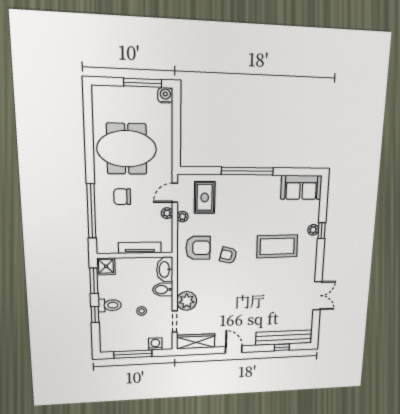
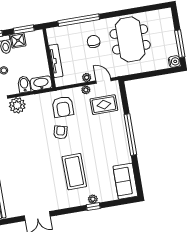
shower: (106, 266) -> (18, 40), moved

